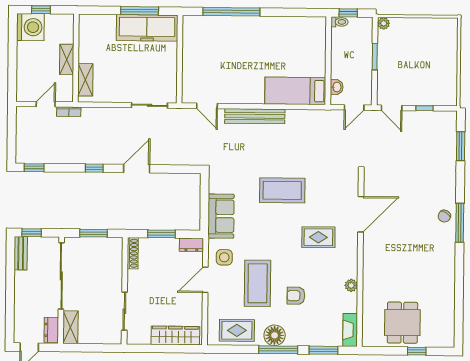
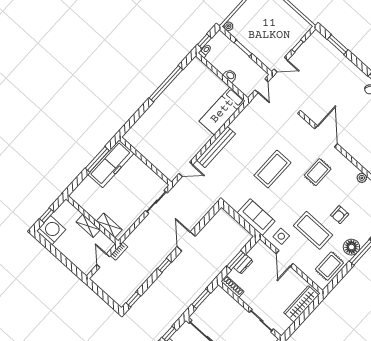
window: (231, 12) -> (166, 84), moved
washbasin: (337, 87) -> (230, 76), moved
dresser: (191, 245) -> (243, 264), moved

